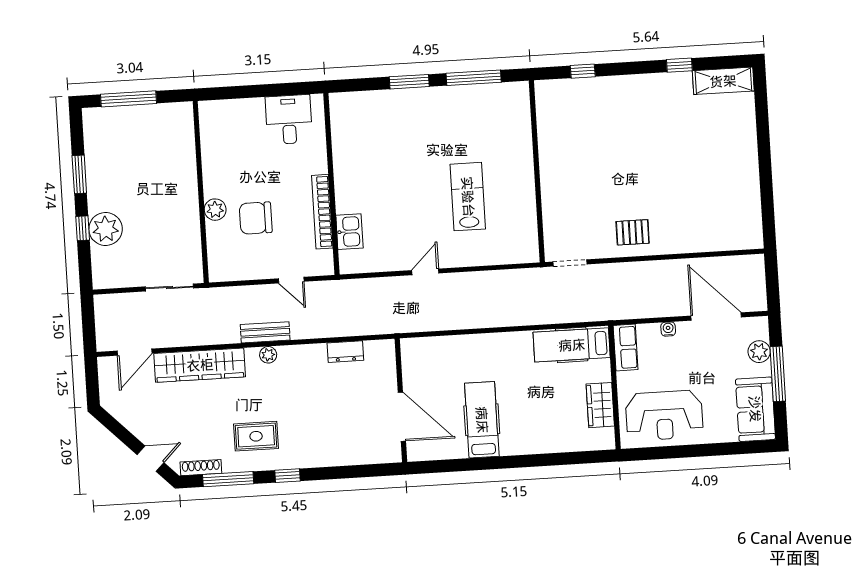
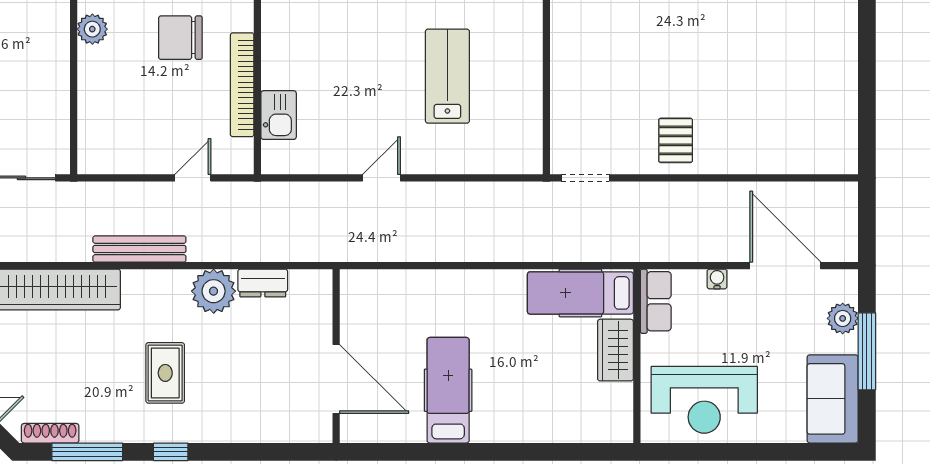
plant: (215, 210) -> (92, 29), moved
chair: (256, 218) -> (180, 38), moved
pallet: (633, 232) -> (676, 140), turned 90
door: (291, 280) -> (193, 178), swing flipped
bench: (265, 332) -> (139, 249), width x1.36
plant: (268, 355) -> (214, 291), moved, width x1.88, depth x1.88
wardrobe: (600, 405) -> (615, 350), moved
rug: (256, 436) -> (165, 373), moved, turned 90

